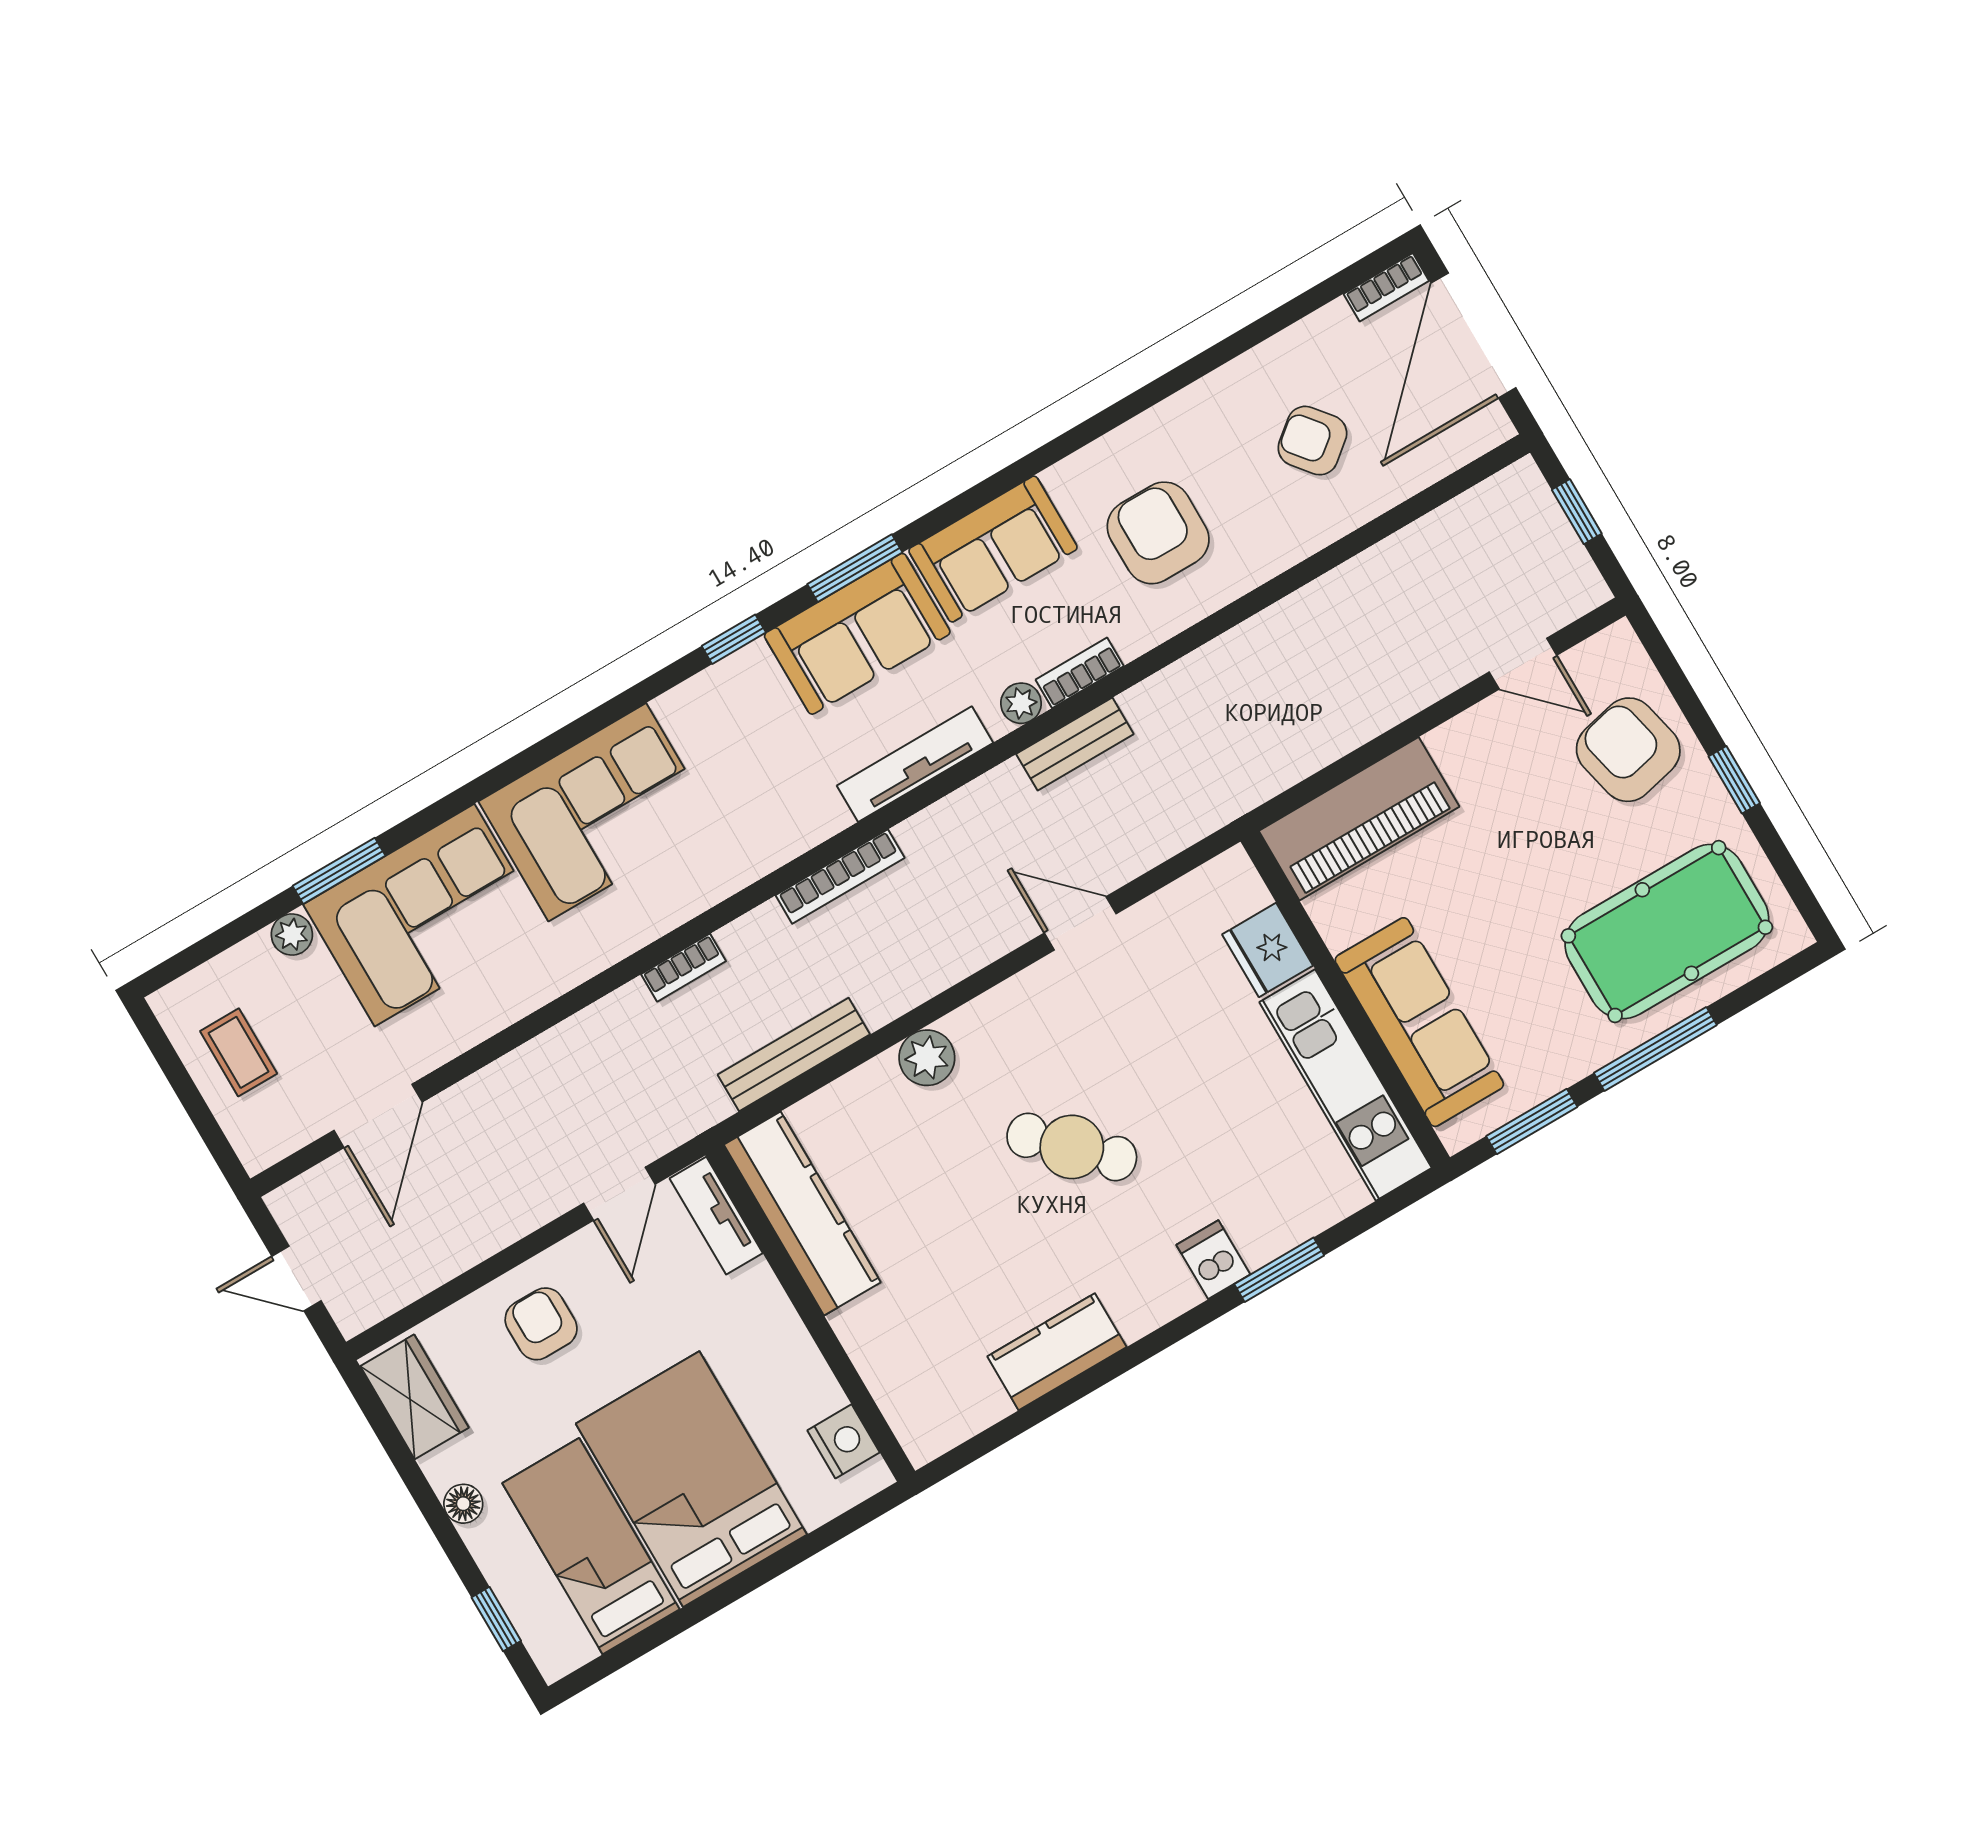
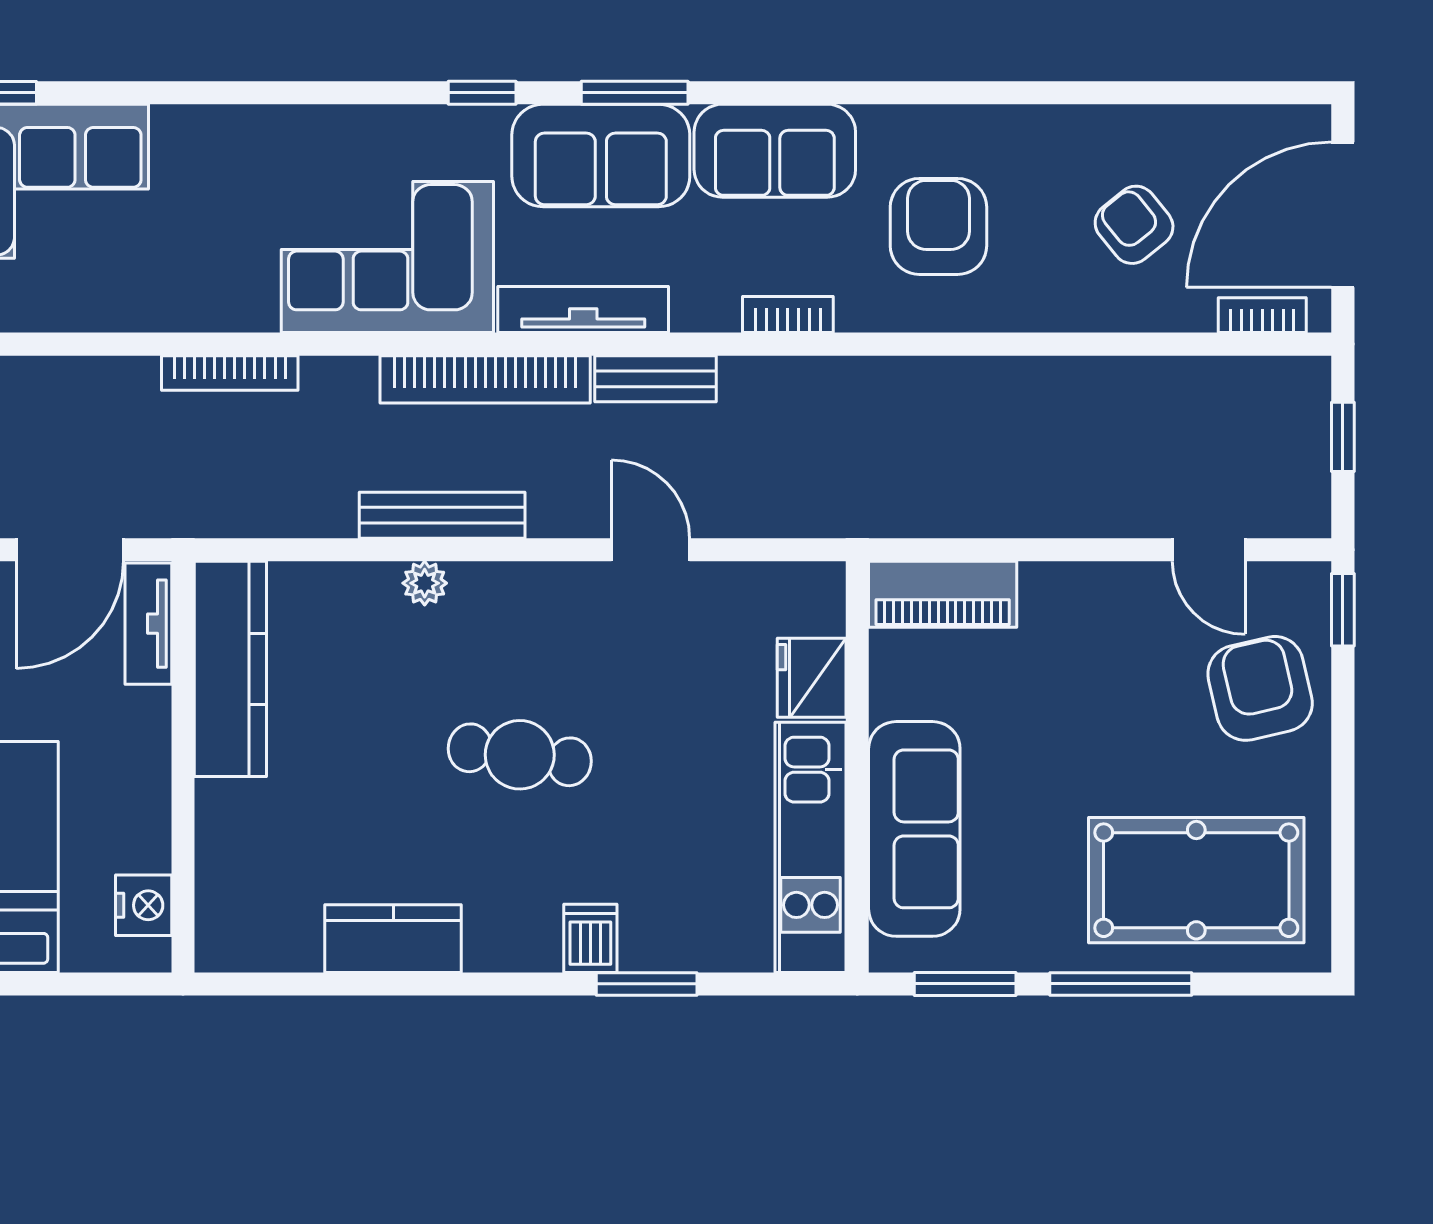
bookcase: (1386, 287) -> (1262, 315), moved, turned 180
plant: (1021, 703) -> (716, 311), removed
bench: (1075, 744) -> (655, 379), moved
window: (1734, 780) -> (1343, 610), moved
corner sofa: (597, 812) -> (387, 257), moved, turned 180
piano: (1359, 819) -> (943, 594), width x0.73, depth x0.75
bookcase: (840, 877) -> (485, 379), width x1.48, depth x1.31
bookcase: (684, 968) -> (230, 373), width x1.56
bench: (794, 1055) -> (442, 515), moved
plant: (927, 1058) -> (425, 583), width x0.73, depth x0.73
cafe table: (1072, 1147) -> (520, 755), turned -37
door: (619, 1194) -> (70, 550), width x1.38

